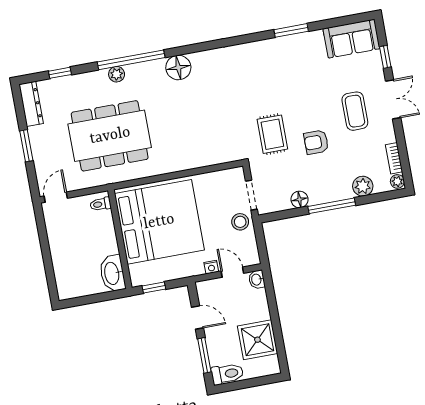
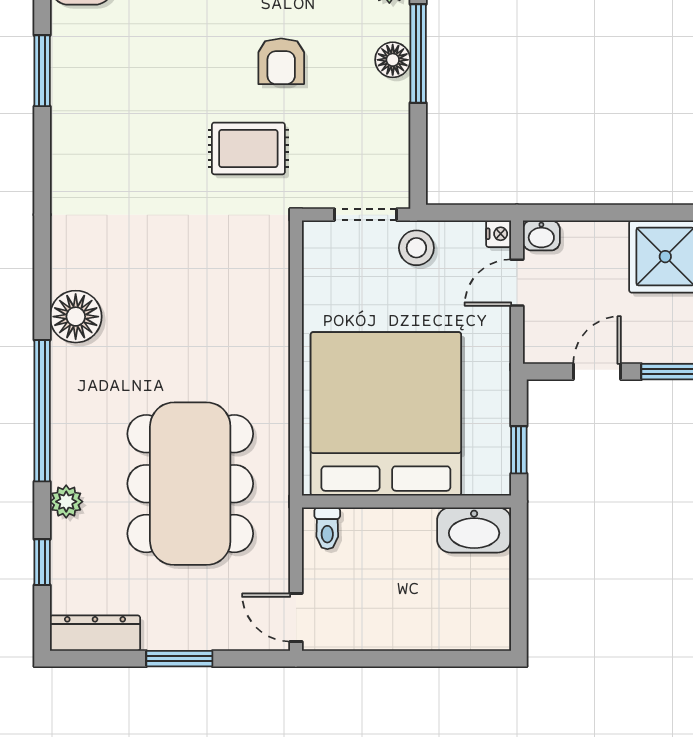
plant: (117, 74) -> (66, 502), moved
floor lamp: (299, 199) -> (393, 60), moved
nightstand: (211, 267) -> (499, 234), moved

